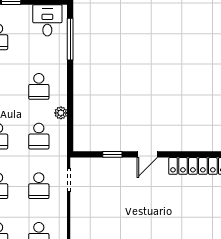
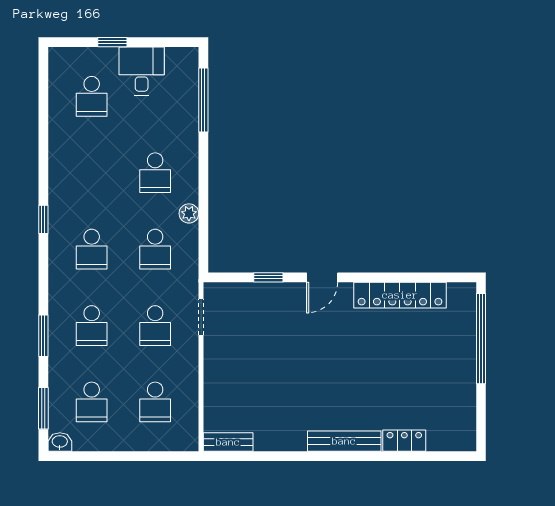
desk: (47, 20) -> (142, 71), moved

